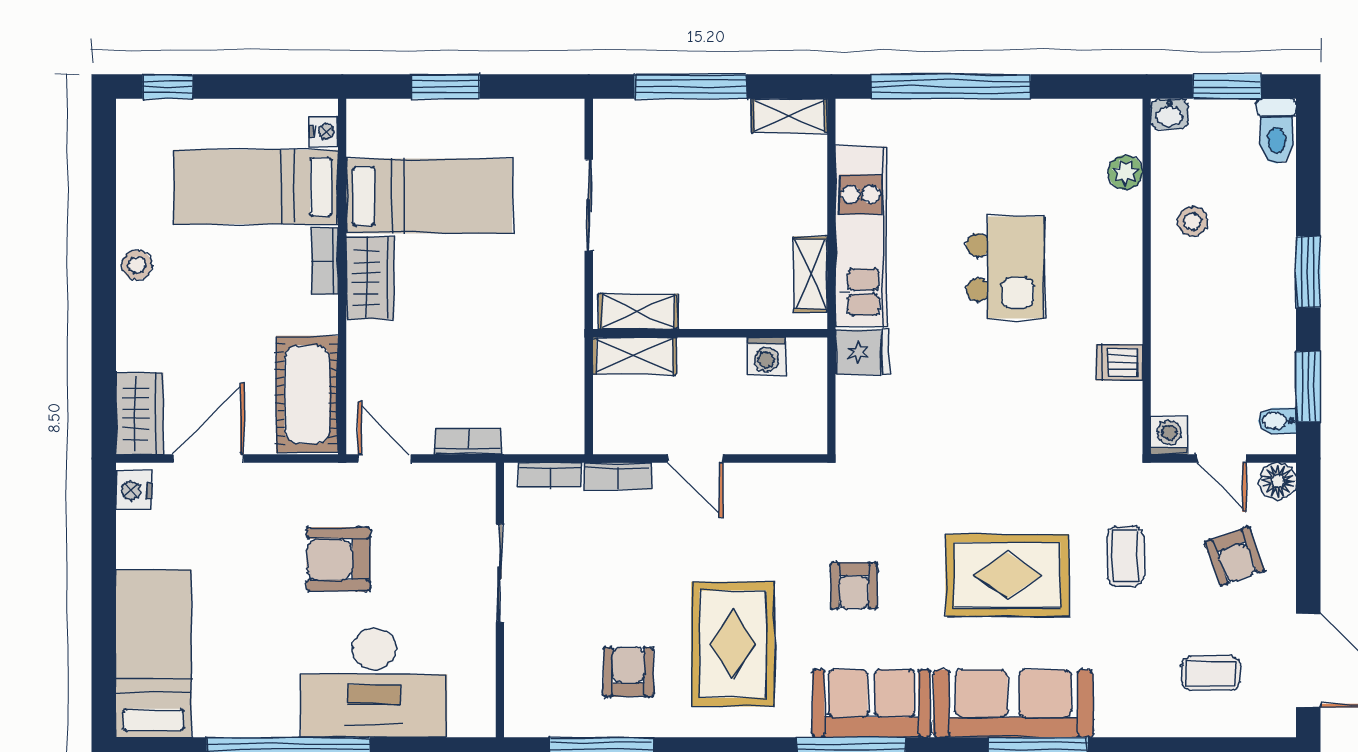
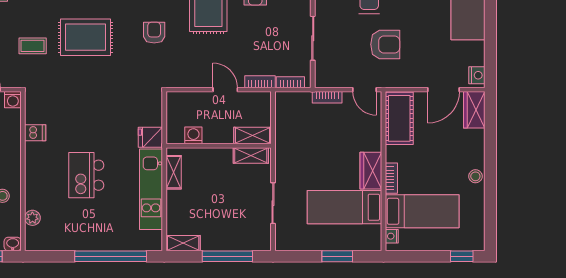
coffee table: (1125, 556) -> (33, 46), turned 90

